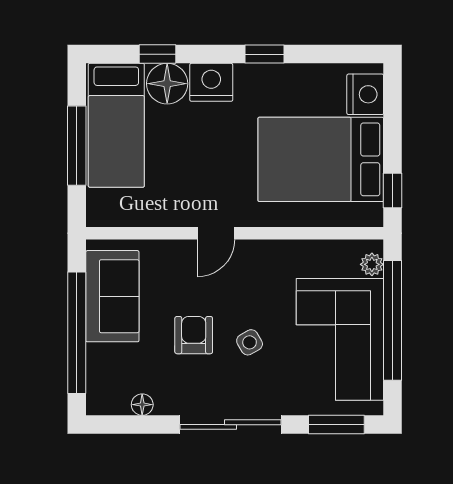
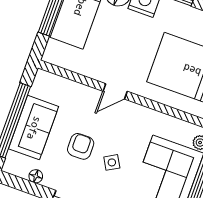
sofa: (112, 296) -> (34, 128), moved

